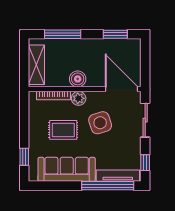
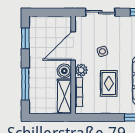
shelving: (36, 65) -> (64, 96), moved, turned 90
door: (121, 89) -> (73, 46), moved
side table: (100, 123) -> (102, 51), width x0.54, depth x0.54

